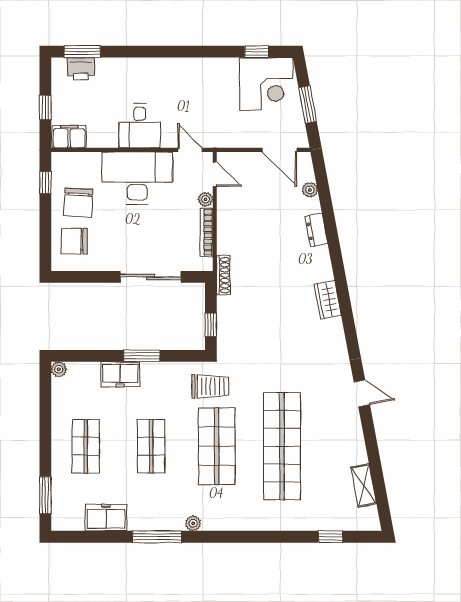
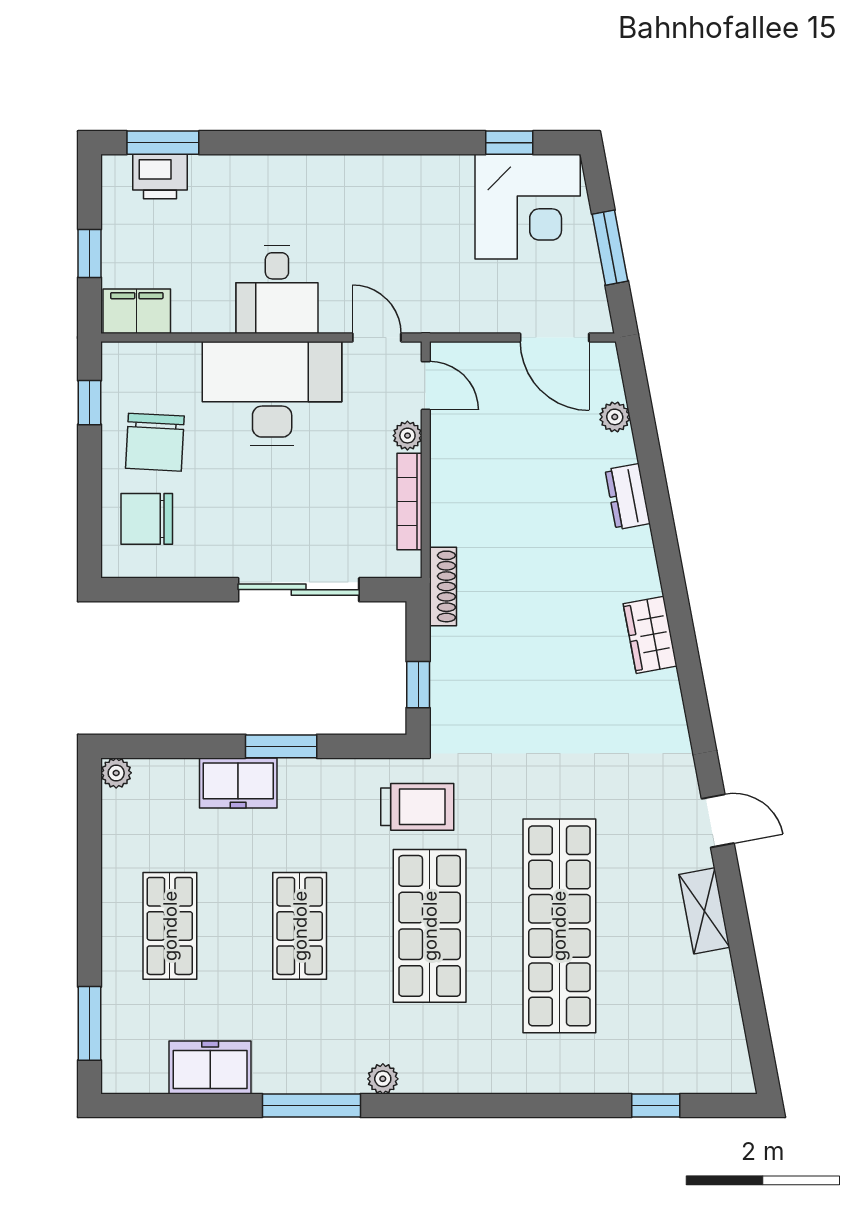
shelving: (364, 485) -> (704, 911), moved

